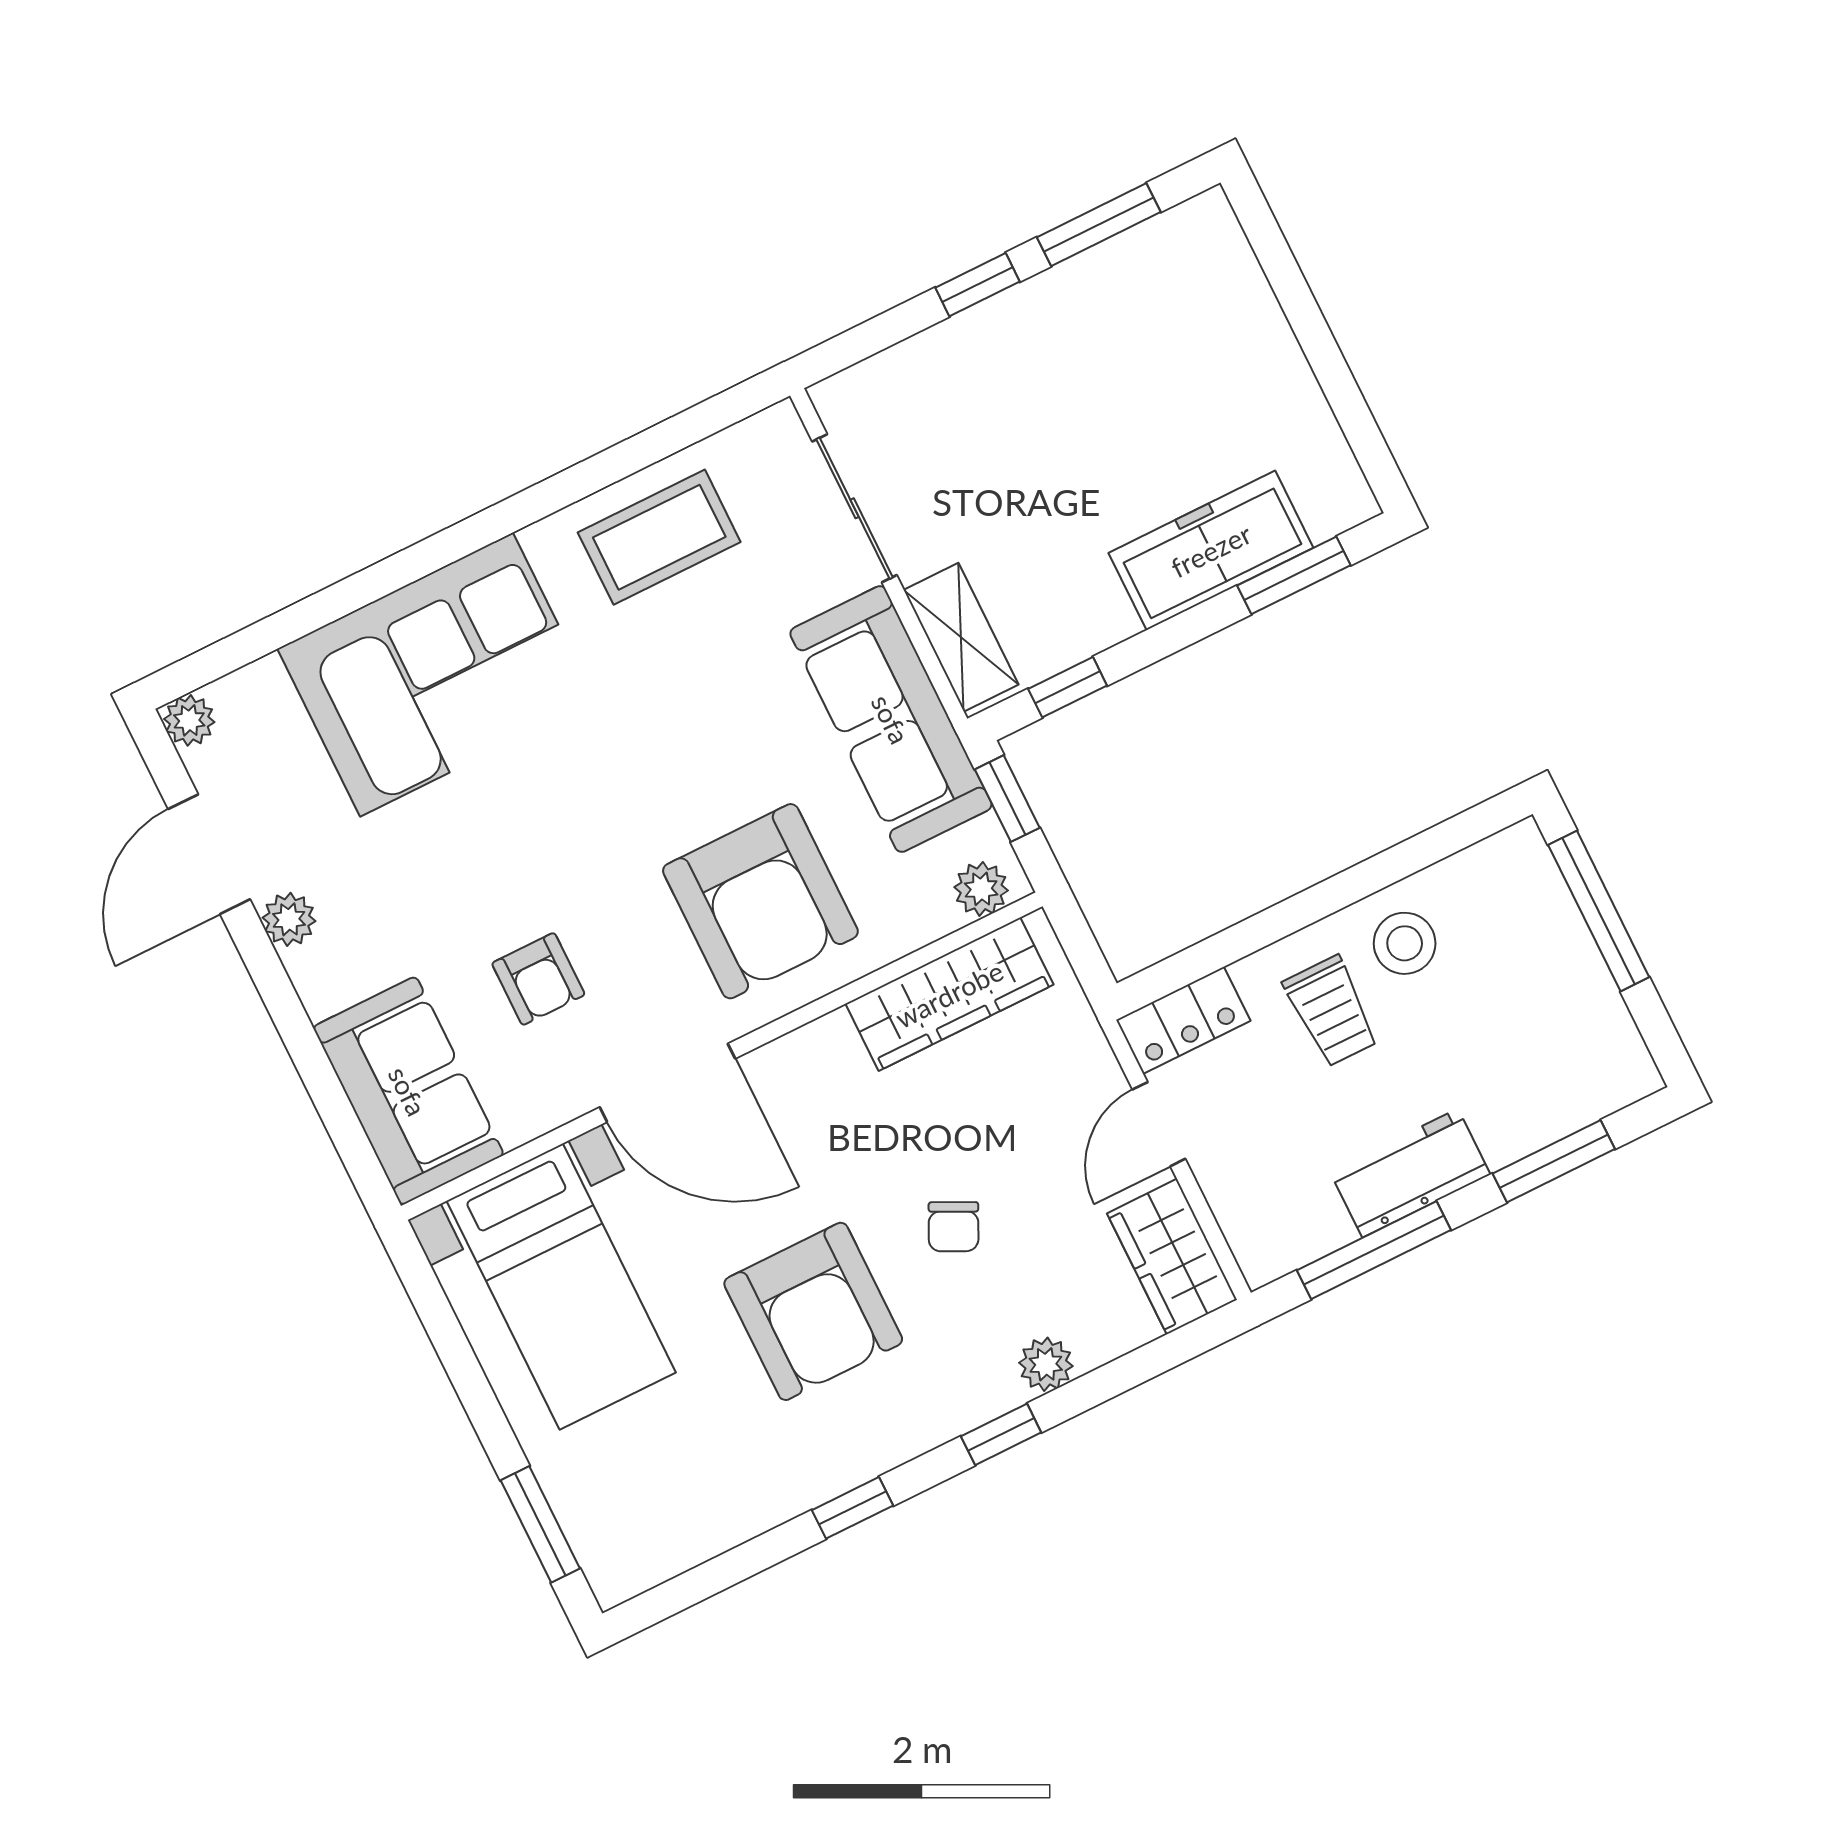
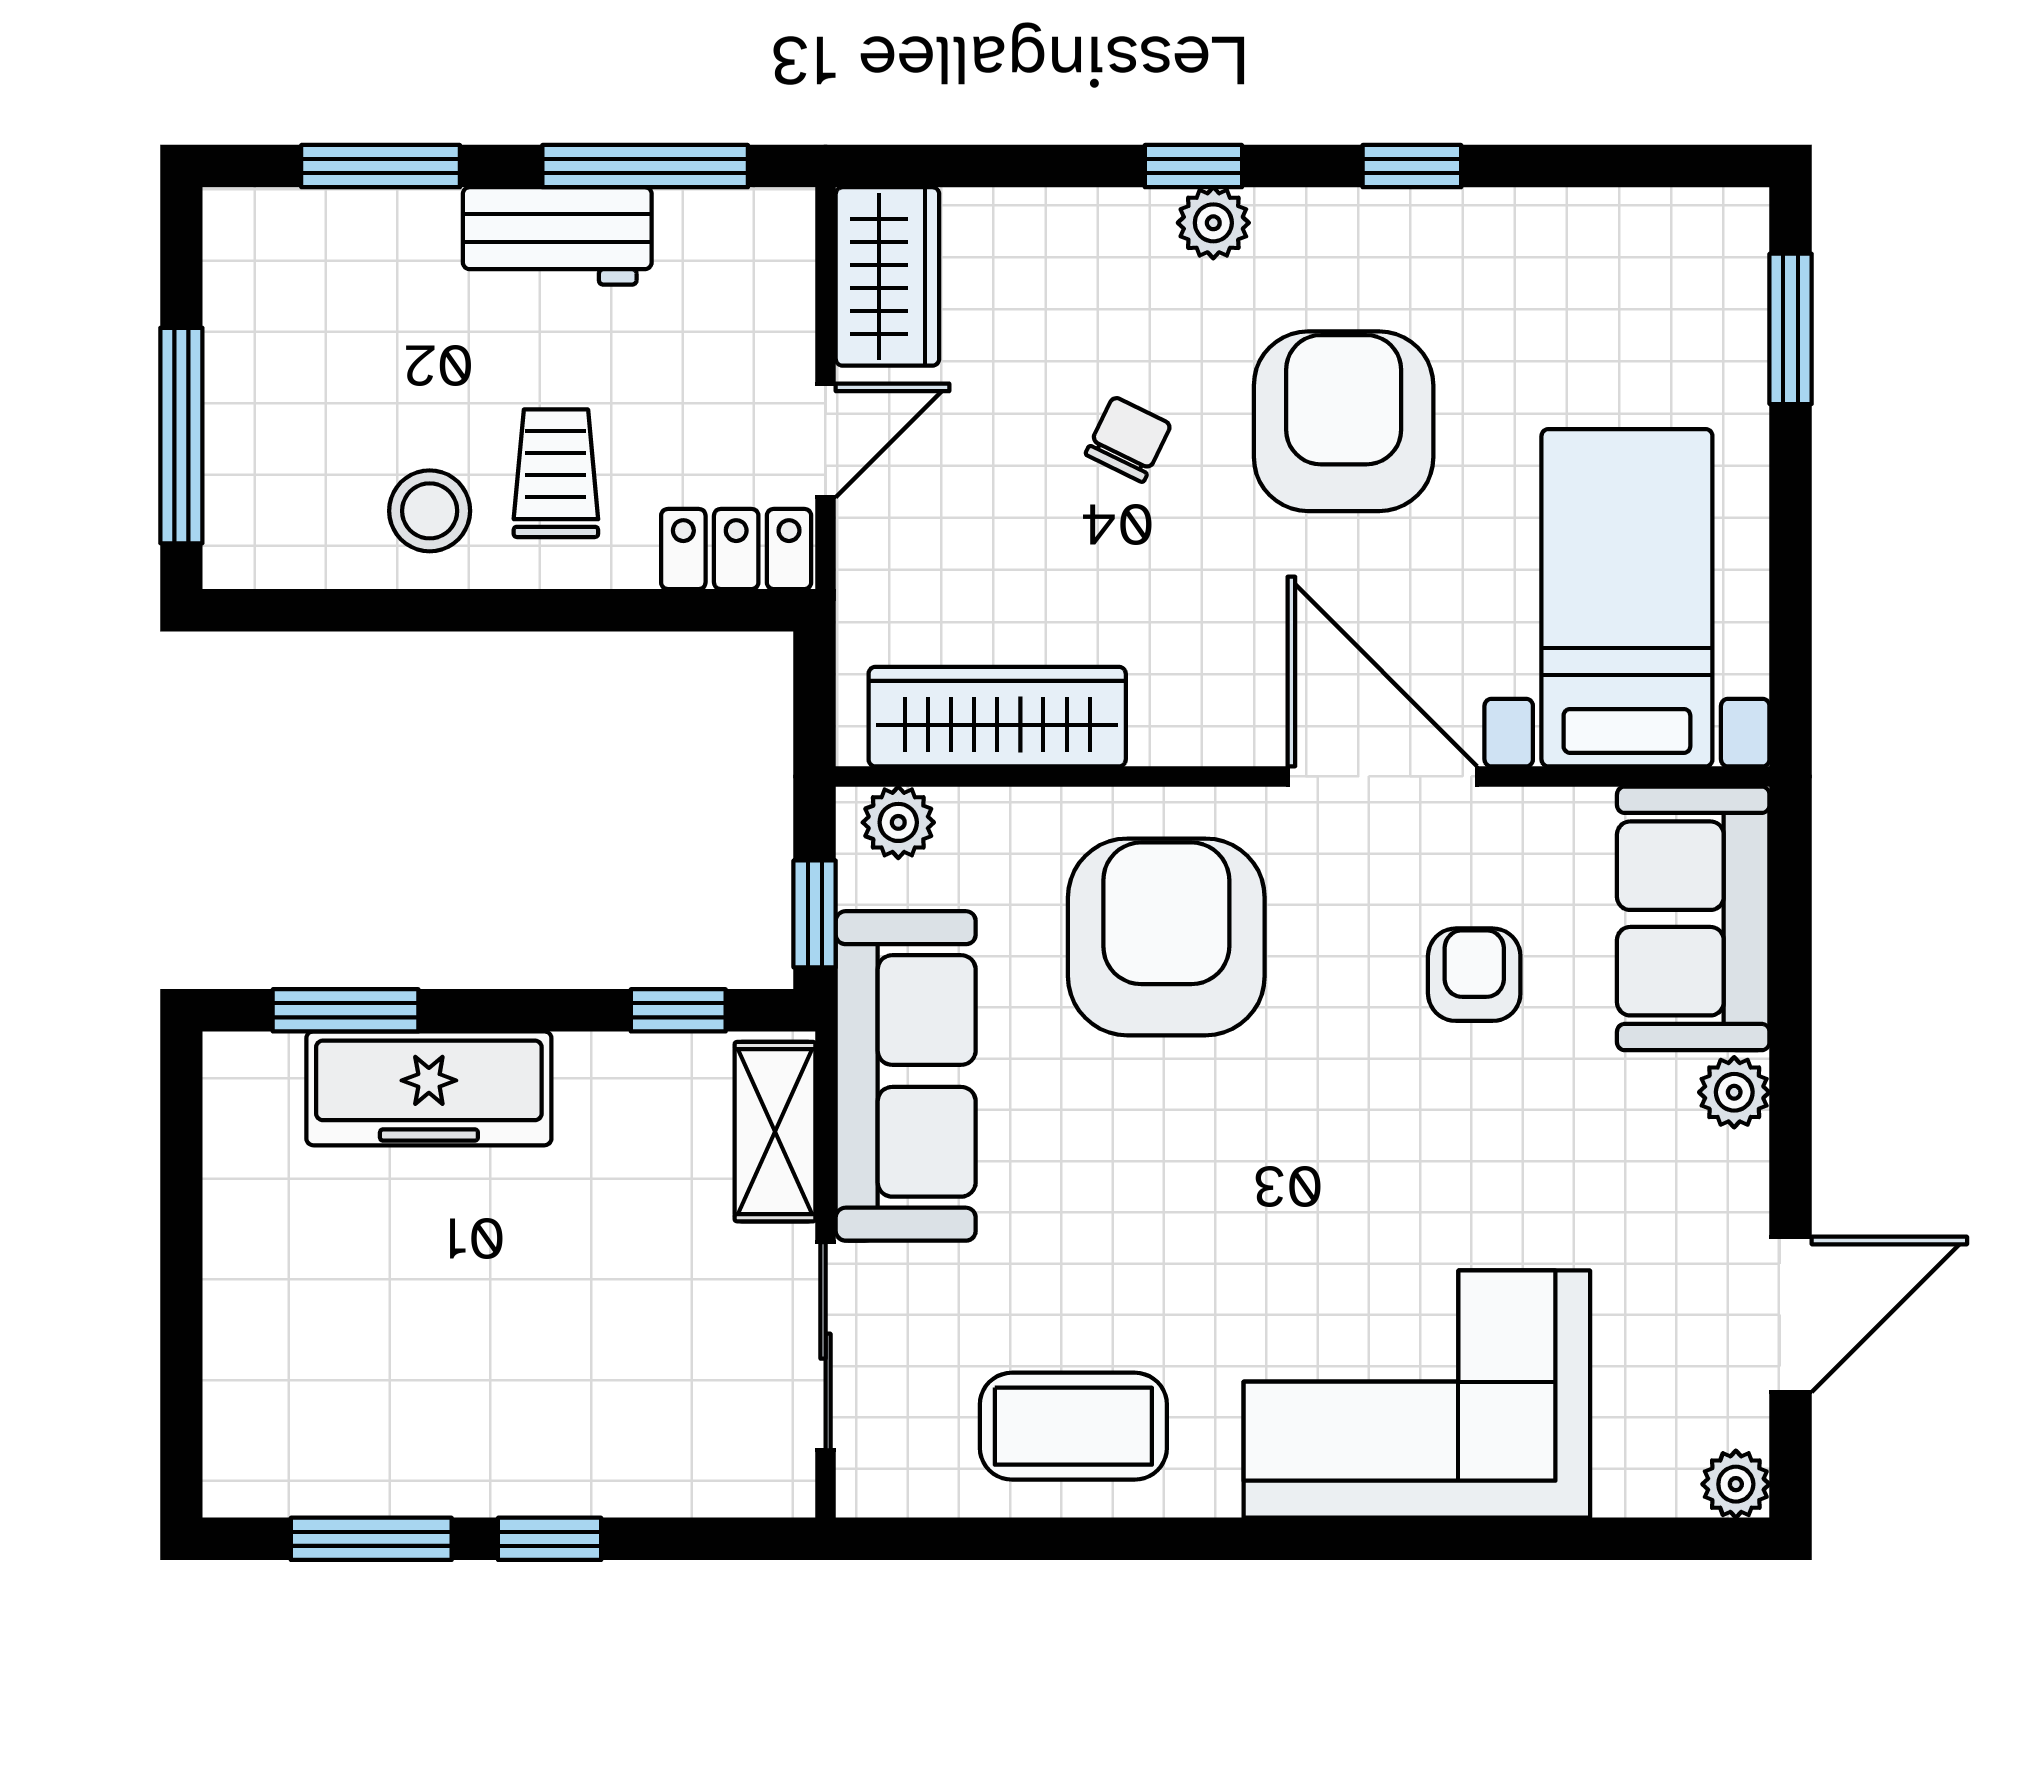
plant: (289, 919) -> (1734, 1092), moved
plant: (1046, 1364) -> (1213, 223), moved

